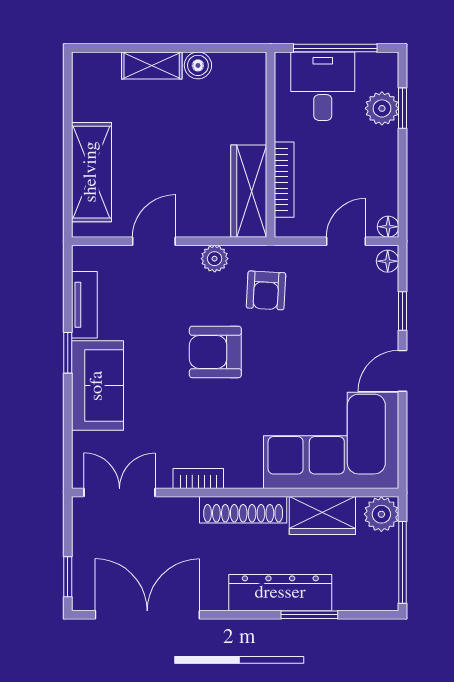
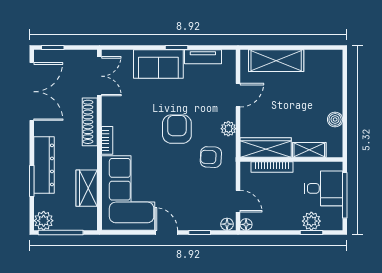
shelving: (152, 65) -> (309, 150), moved, turned 90
door: (154, 241) -> (238, 95), hinge flipped
bookcase: (198, 478) -> (107, 140), moved
shoe rack: (243, 510) -> (90, 122), moved
plant: (381, 514) -> (44, 221), moved

